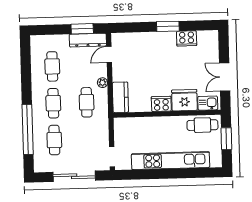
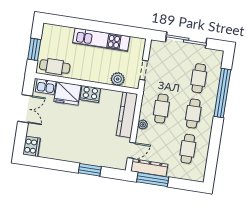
window: (168, 26) -> (90, 170), moved
window: (82, 29) -> (153, 180), width x1.44
cooker: (187, 38) -> (32, 146), moved, turned 90
kitchen counter: (120, 97) -> (127, 115), width x1.50
plant: (136, 124) -> (118, 79), added
doorway: (112, 157) -> (144, 70), moved
kitchen unit: (171, 161) -> (101, 40), width x0.73

